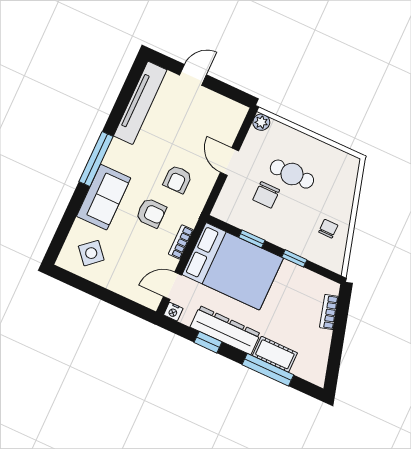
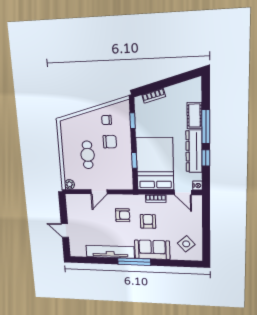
tv unit: (140, 103) -> (110, 252), moved
chair: (266, 195) -> (110, 142), moved
window: (294, 258) -> (133, 121), moved
window: (268, 370) -> (206, 127), moved

